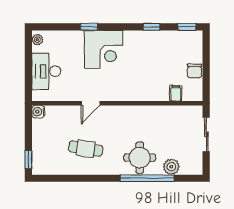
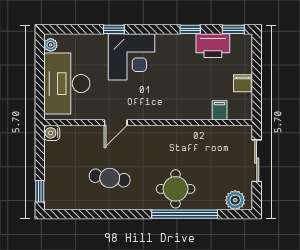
printer: (170, 40) -> (213, 46), added
desk: (46, 71) -> (67, 84), width x1.36, depth x1.30
plant: (171, 167) -> (235, 200), moved

